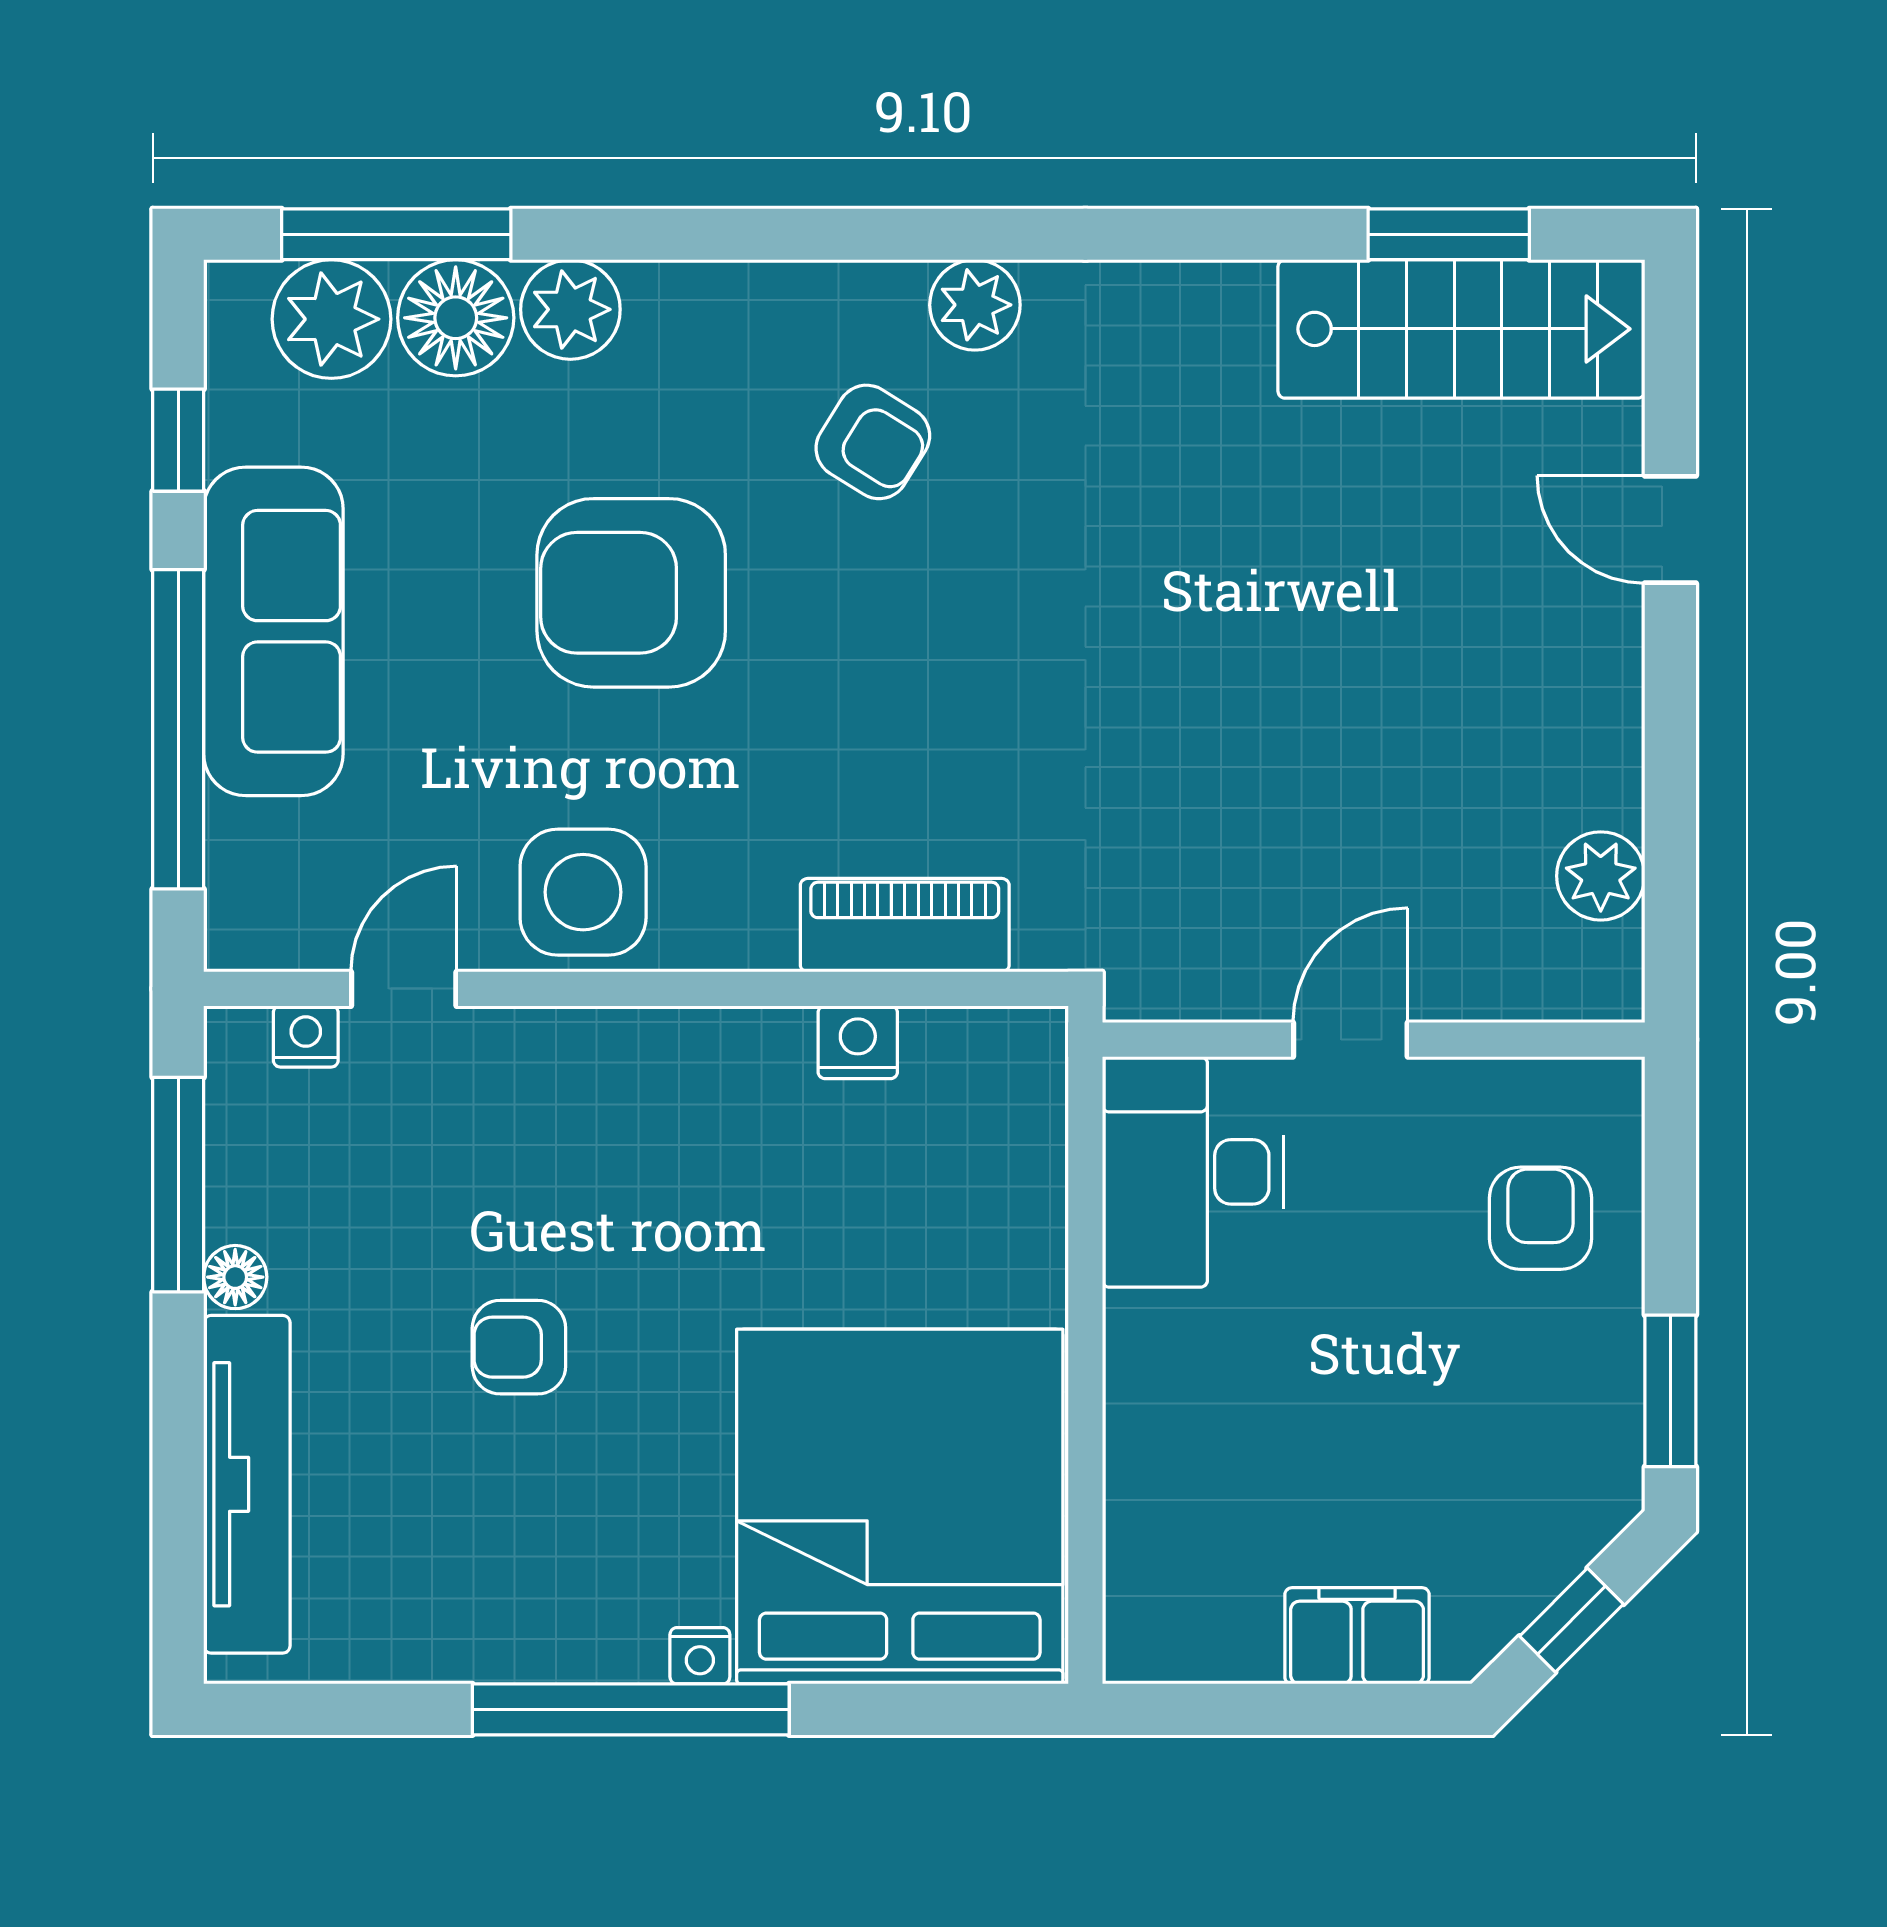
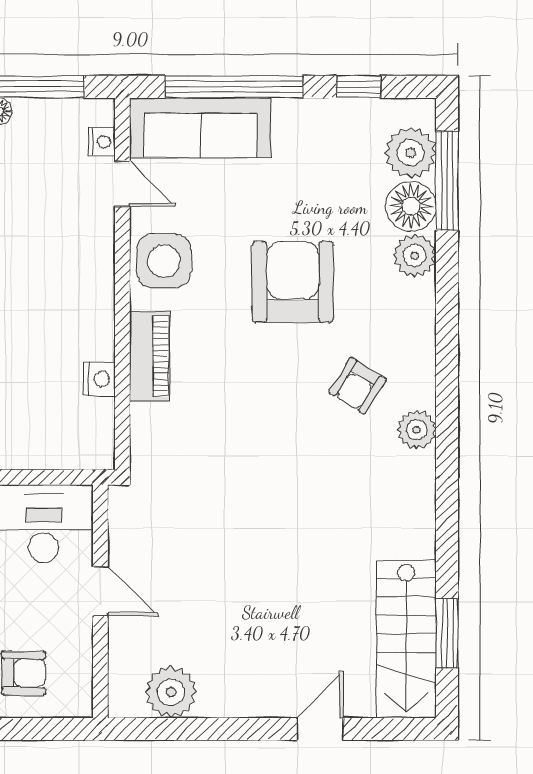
sofa: (273, 631) -> (200, 128), moved
plant: (1601, 876) -> (171, 692), width x1.36, depth x1.36
piano: (905, 925) -> (150, 356), moved

